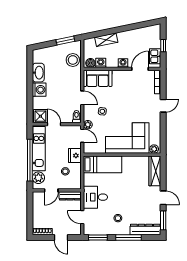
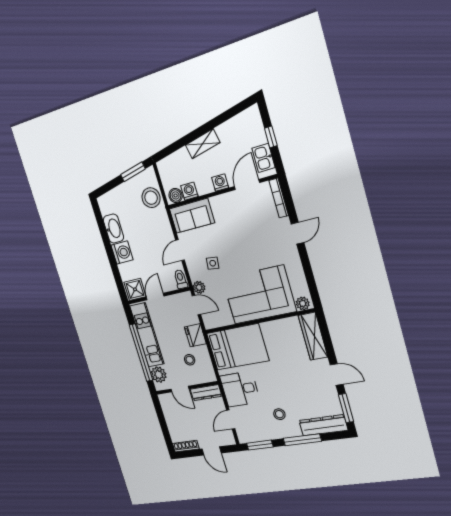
shelving: (106, 40) -> (203, 144), moved
door: (82, 98) -> (180, 250), swing flipped
door: (54, 124) -> (155, 297), hinge flipped
bed: (103, 164) -> (238, 347), width x1.50
door: (51, 190) -> (180, 389), hinge flipped
door: (82, 217) -> (231, 420), hinge flipped

